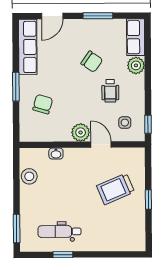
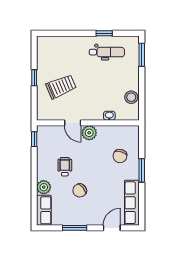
chair: (92, 62) -> (80, 190), turned -73
side table: (125, 123) -> (53, 141), removed

